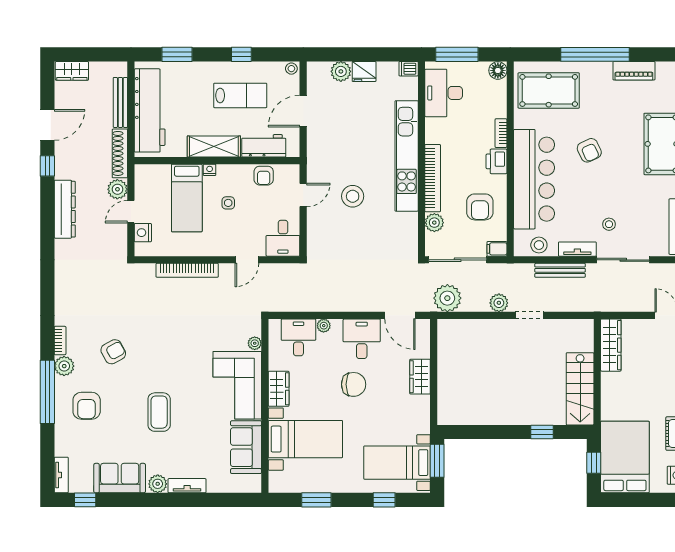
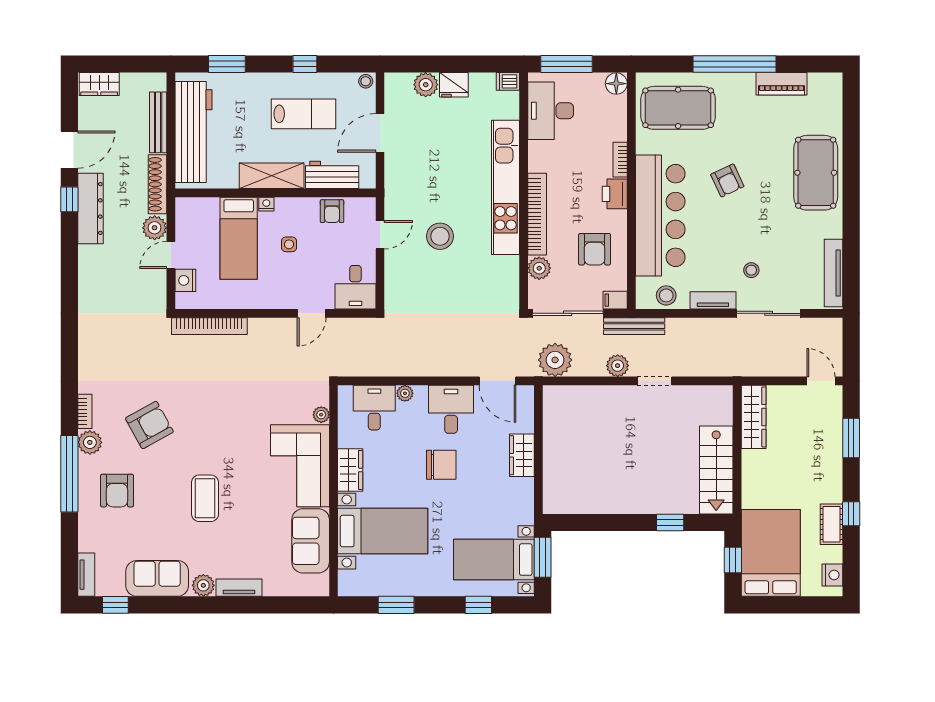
dresser: (65, 209) -> (90, 208), moved
bookcase: (187, 270) -> (209, 326), moved
bench: (560, 270) -> (634, 326), moved
armchair: (113, 352) -> (149, 425), width x1.38, depth x1.38

